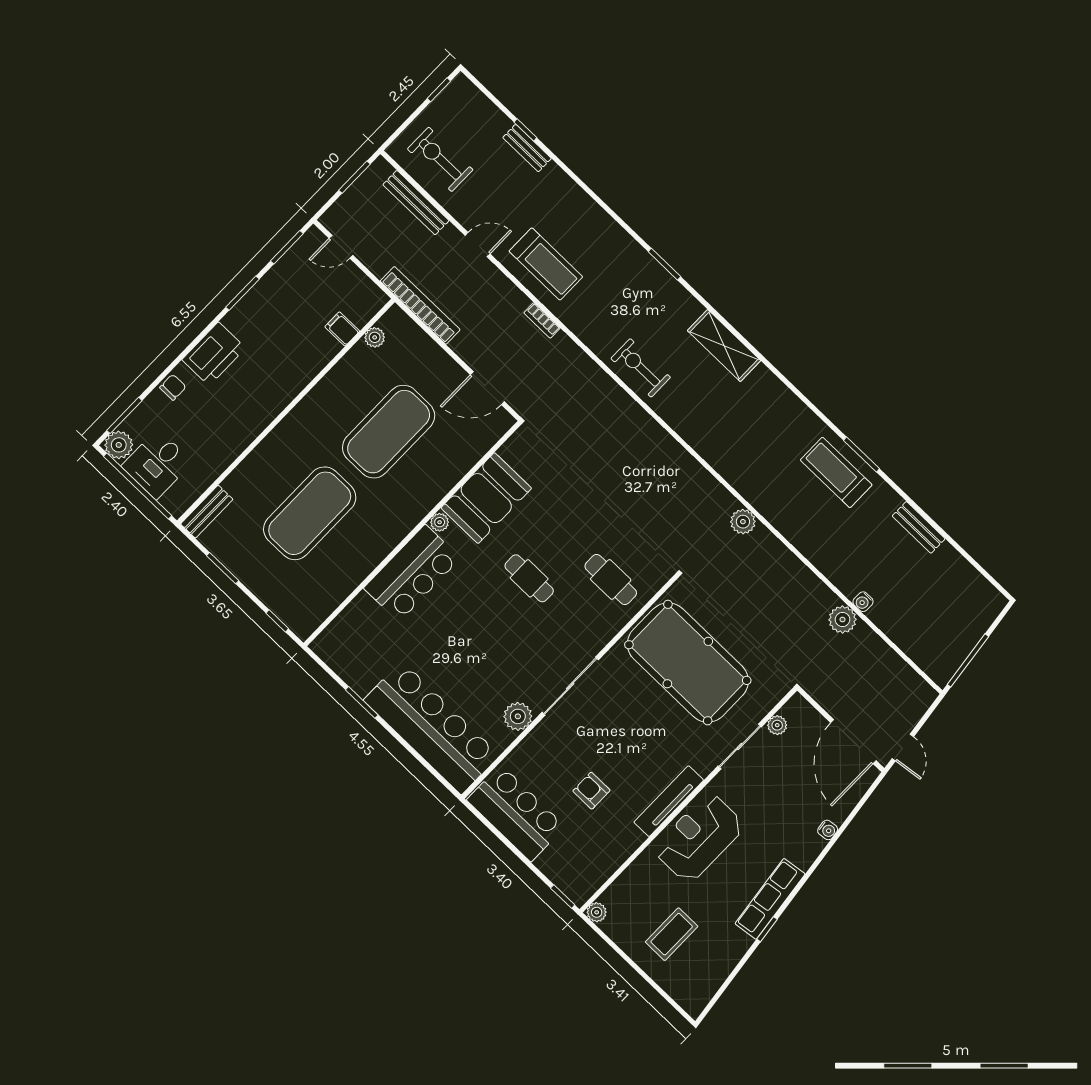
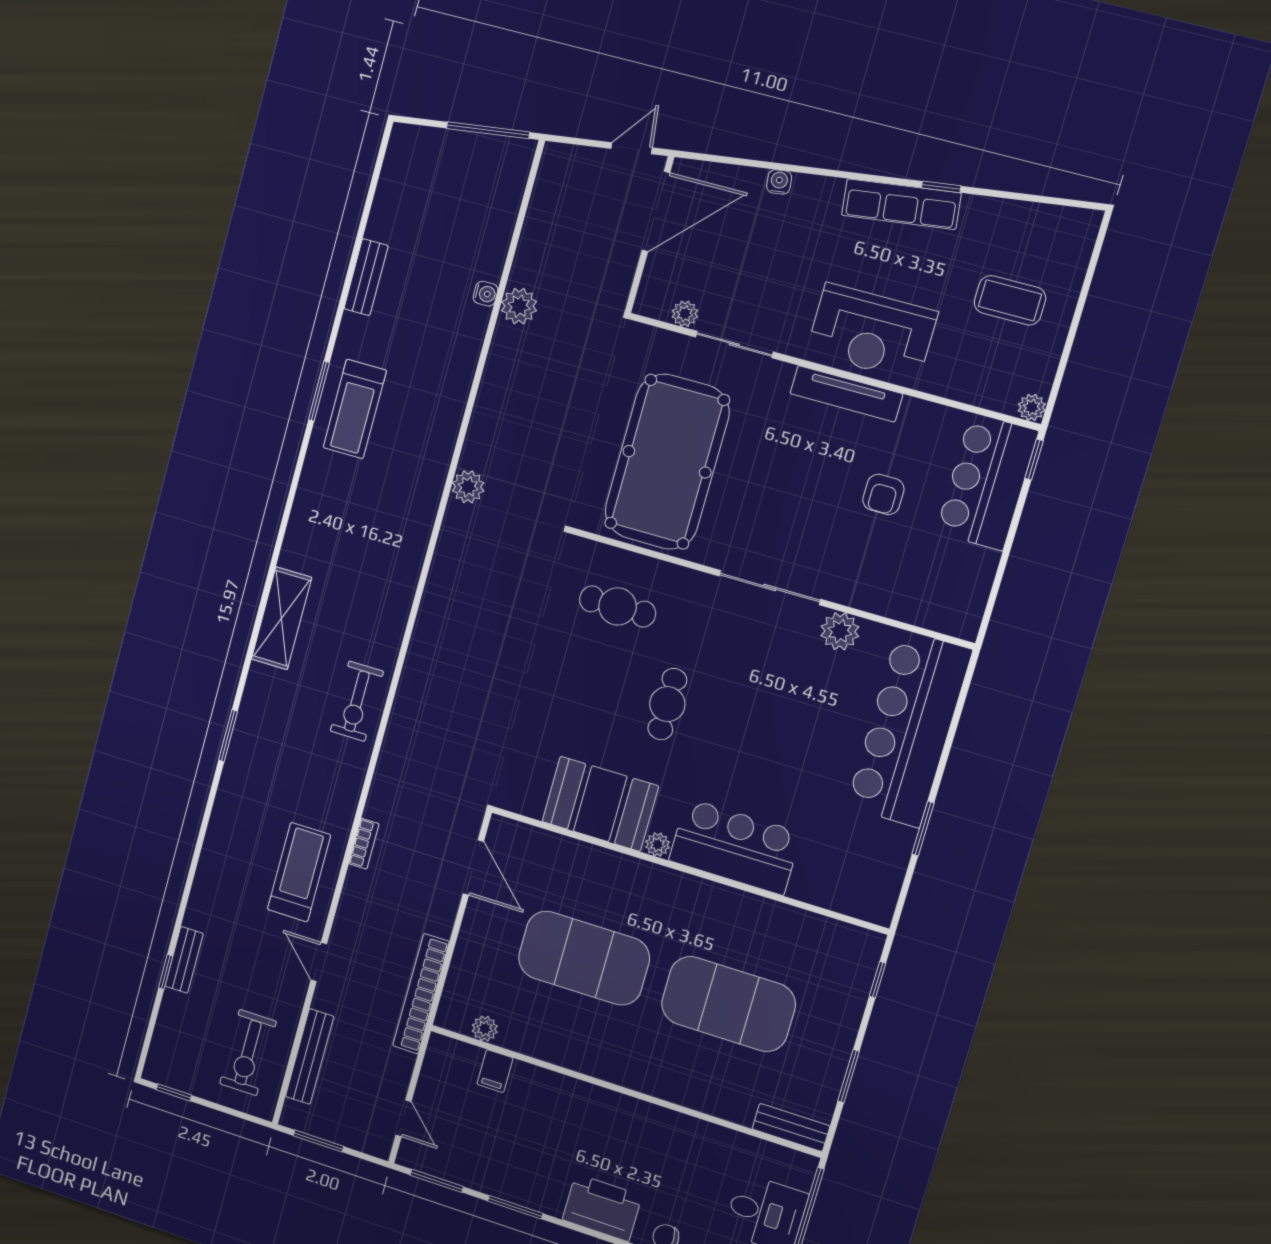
cafe table: (611, 579) -> (618, 606), turned 90
bar counter: (516, 813) -> (987, 482), moved

